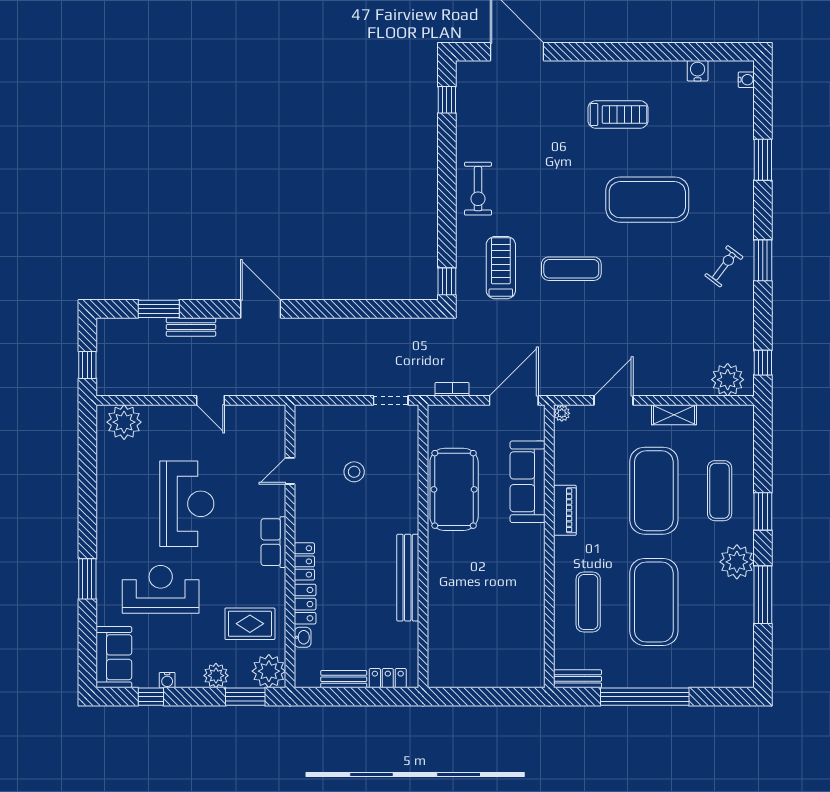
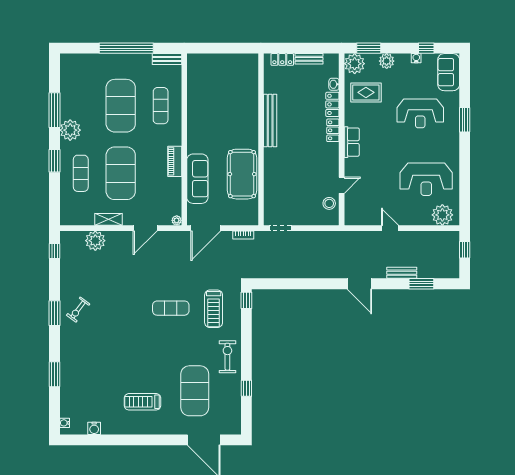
window: (447, 100) -> (246, 388), moved
exercise mat: (647, 200) -> (195, 391), moved, turned 90
plant: (728, 380) -> (95, 241), moved
stool: (354, 472) -> (329, 203), moved
reception desk: (187, 504) -> (426, 179), moved, turned -90

